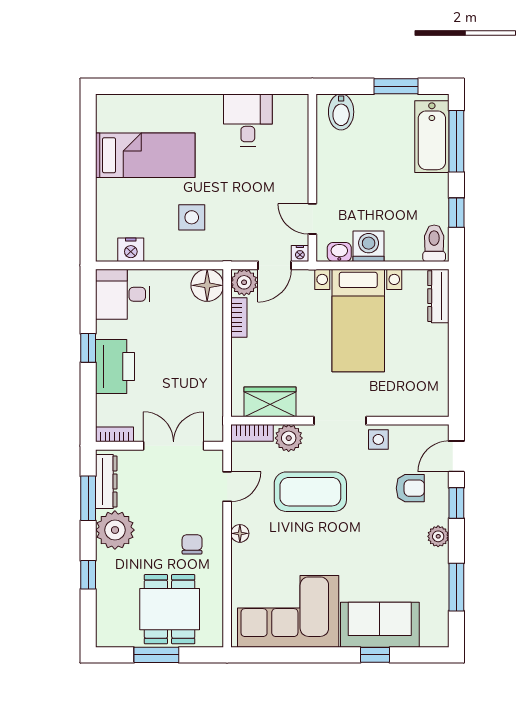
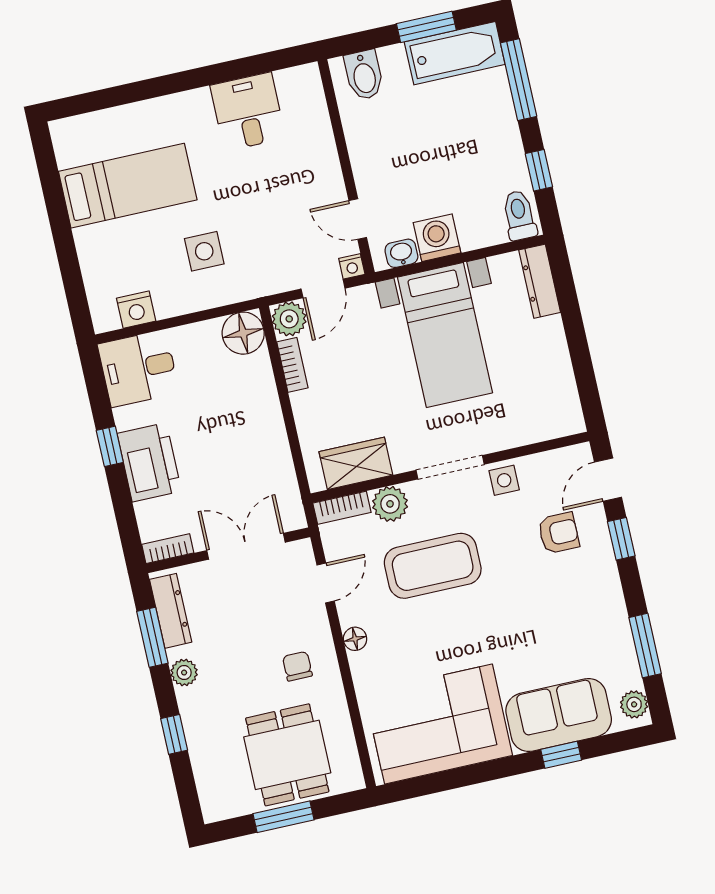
bathtub: (432, 137) -> (455, 53), moved, turned -90
plant: (115, 530) -> (184, 673), width x0.53, depth x0.53
plant: (438, 536) -> (634, 704), moved

